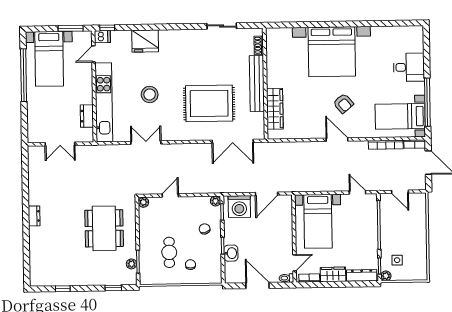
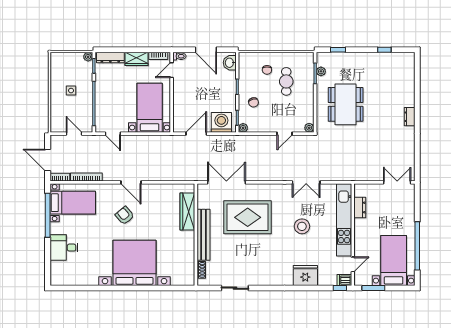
double door: (60, 144) -> (397, 182), moved
washbasin: (231, 253) -> (230, 63), moved
side table: (397, 260) -> (71, 91), moved

